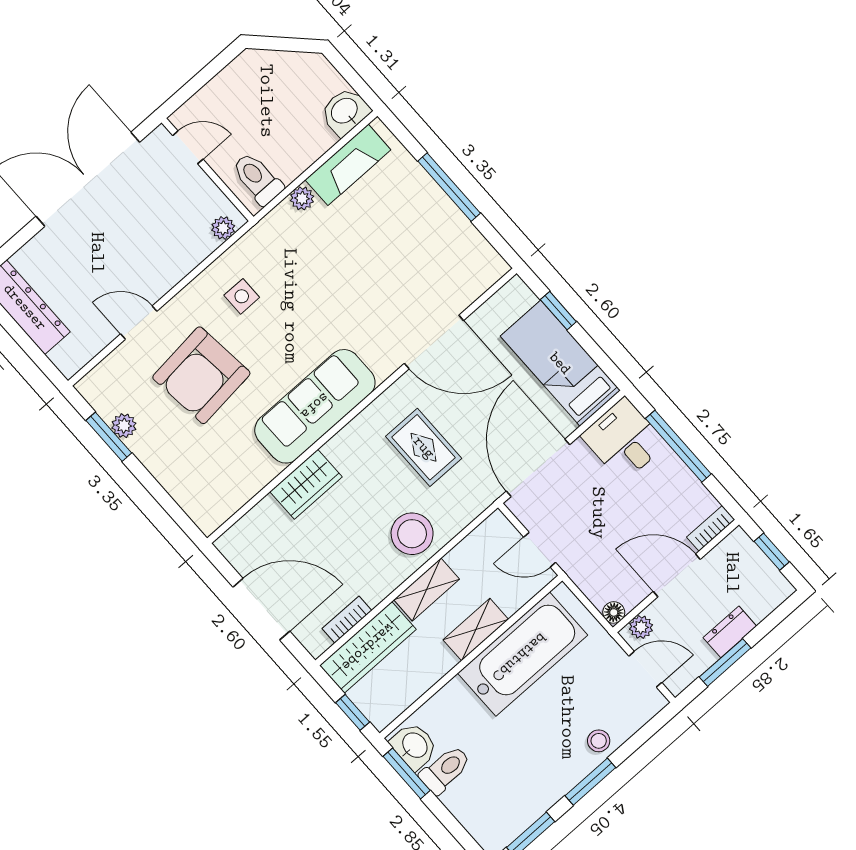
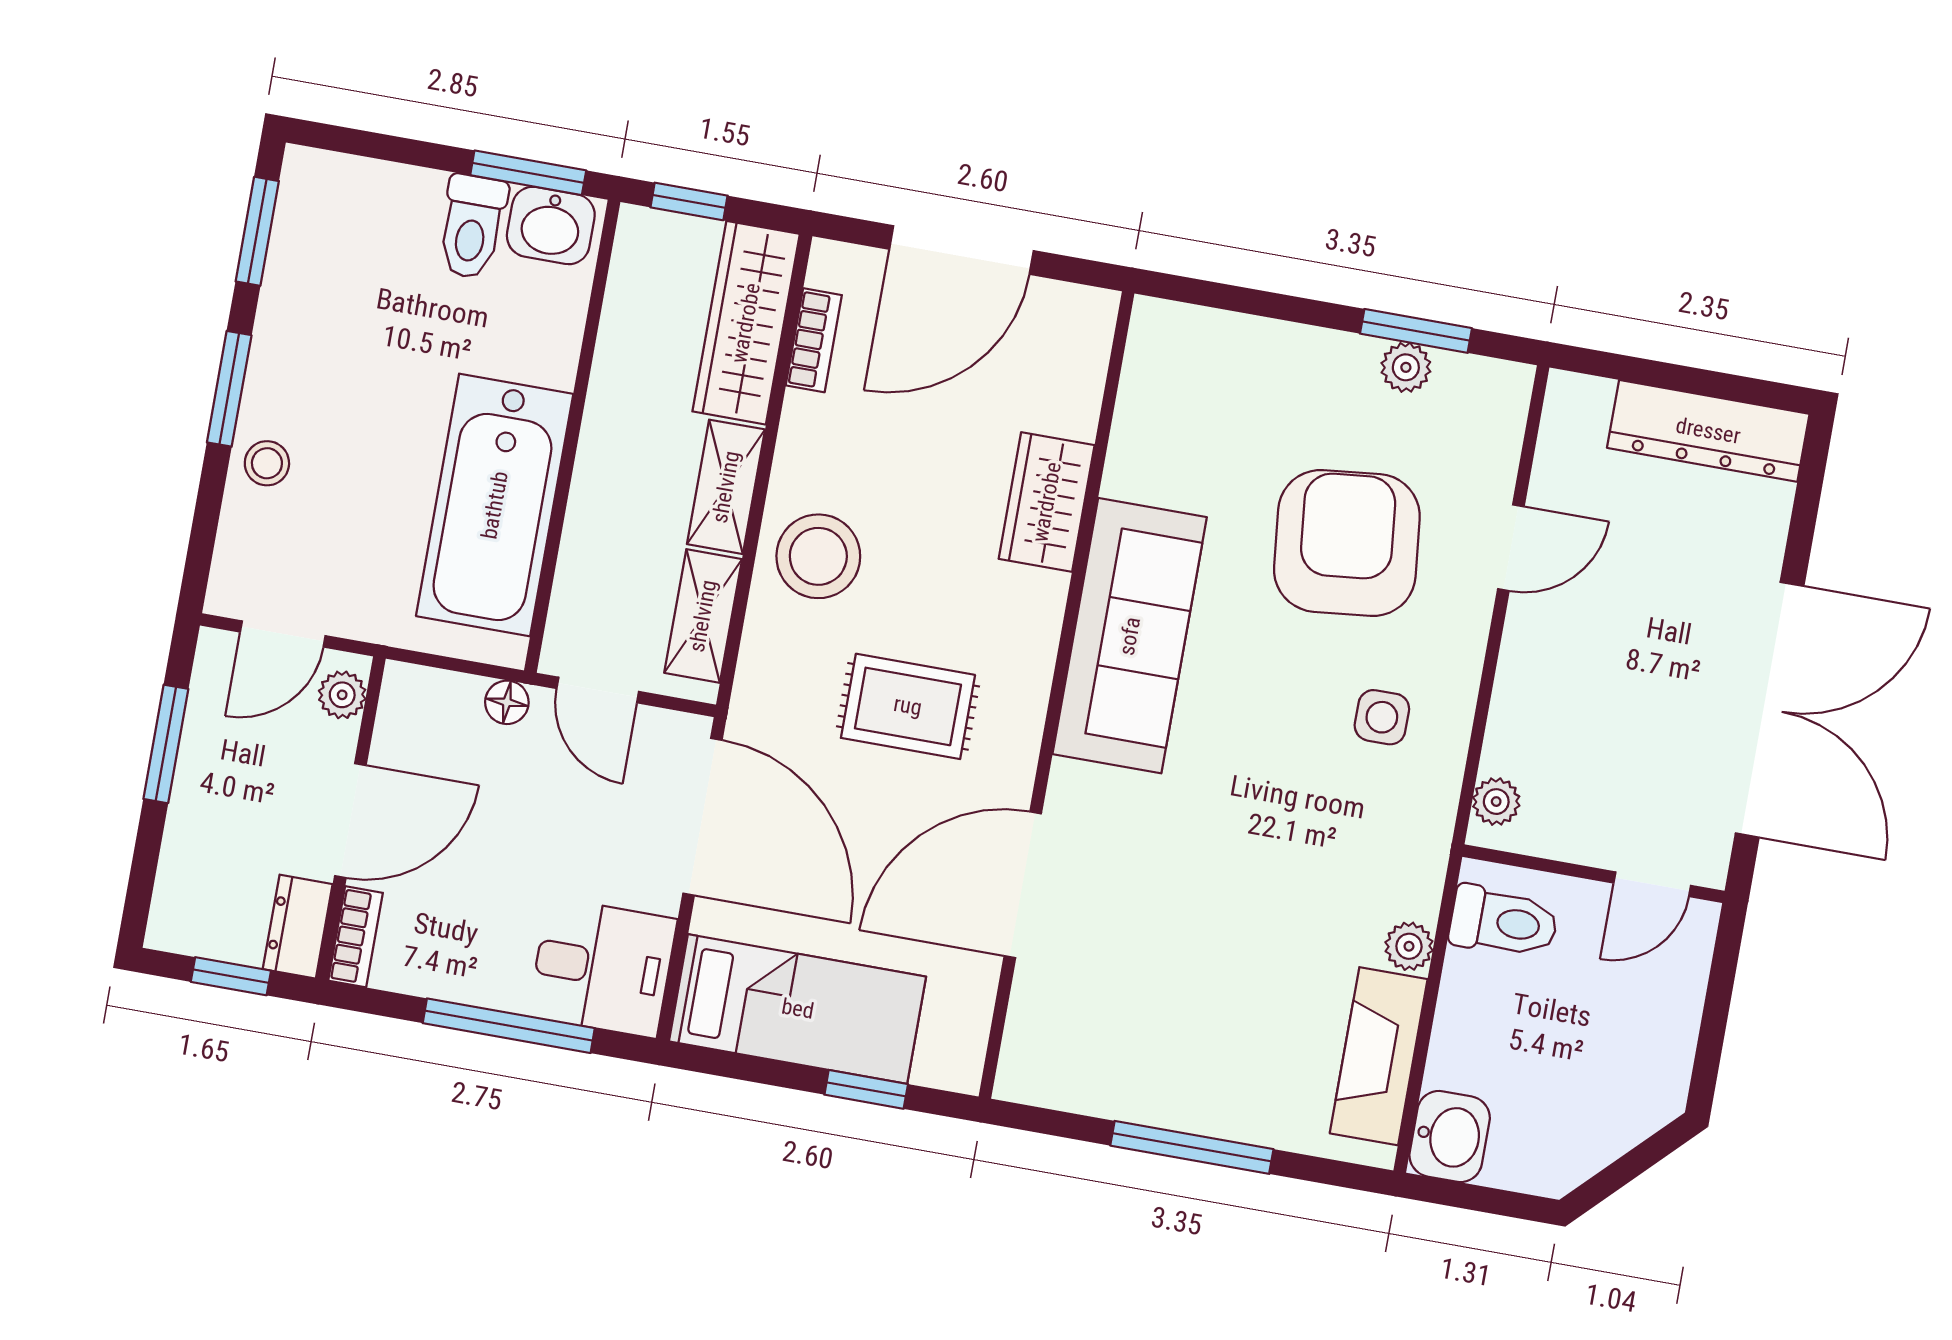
door: (540, 550) -> (598, 690), swing flipped
floor lamp: (614, 612) -> (507, 702), moved
shelving: (476, 630) -> (703, 616), moved
dresser: (730, 632) -> (298, 927), moved, turned 180

